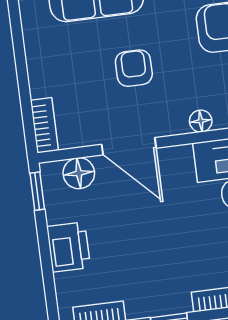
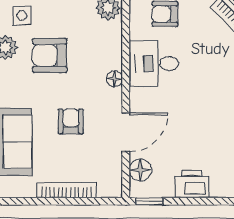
armchair: (134, 68) -> (71, 121), turned 90
bookcase: (44, 125) -> (66, 190), moved, width x1.56

